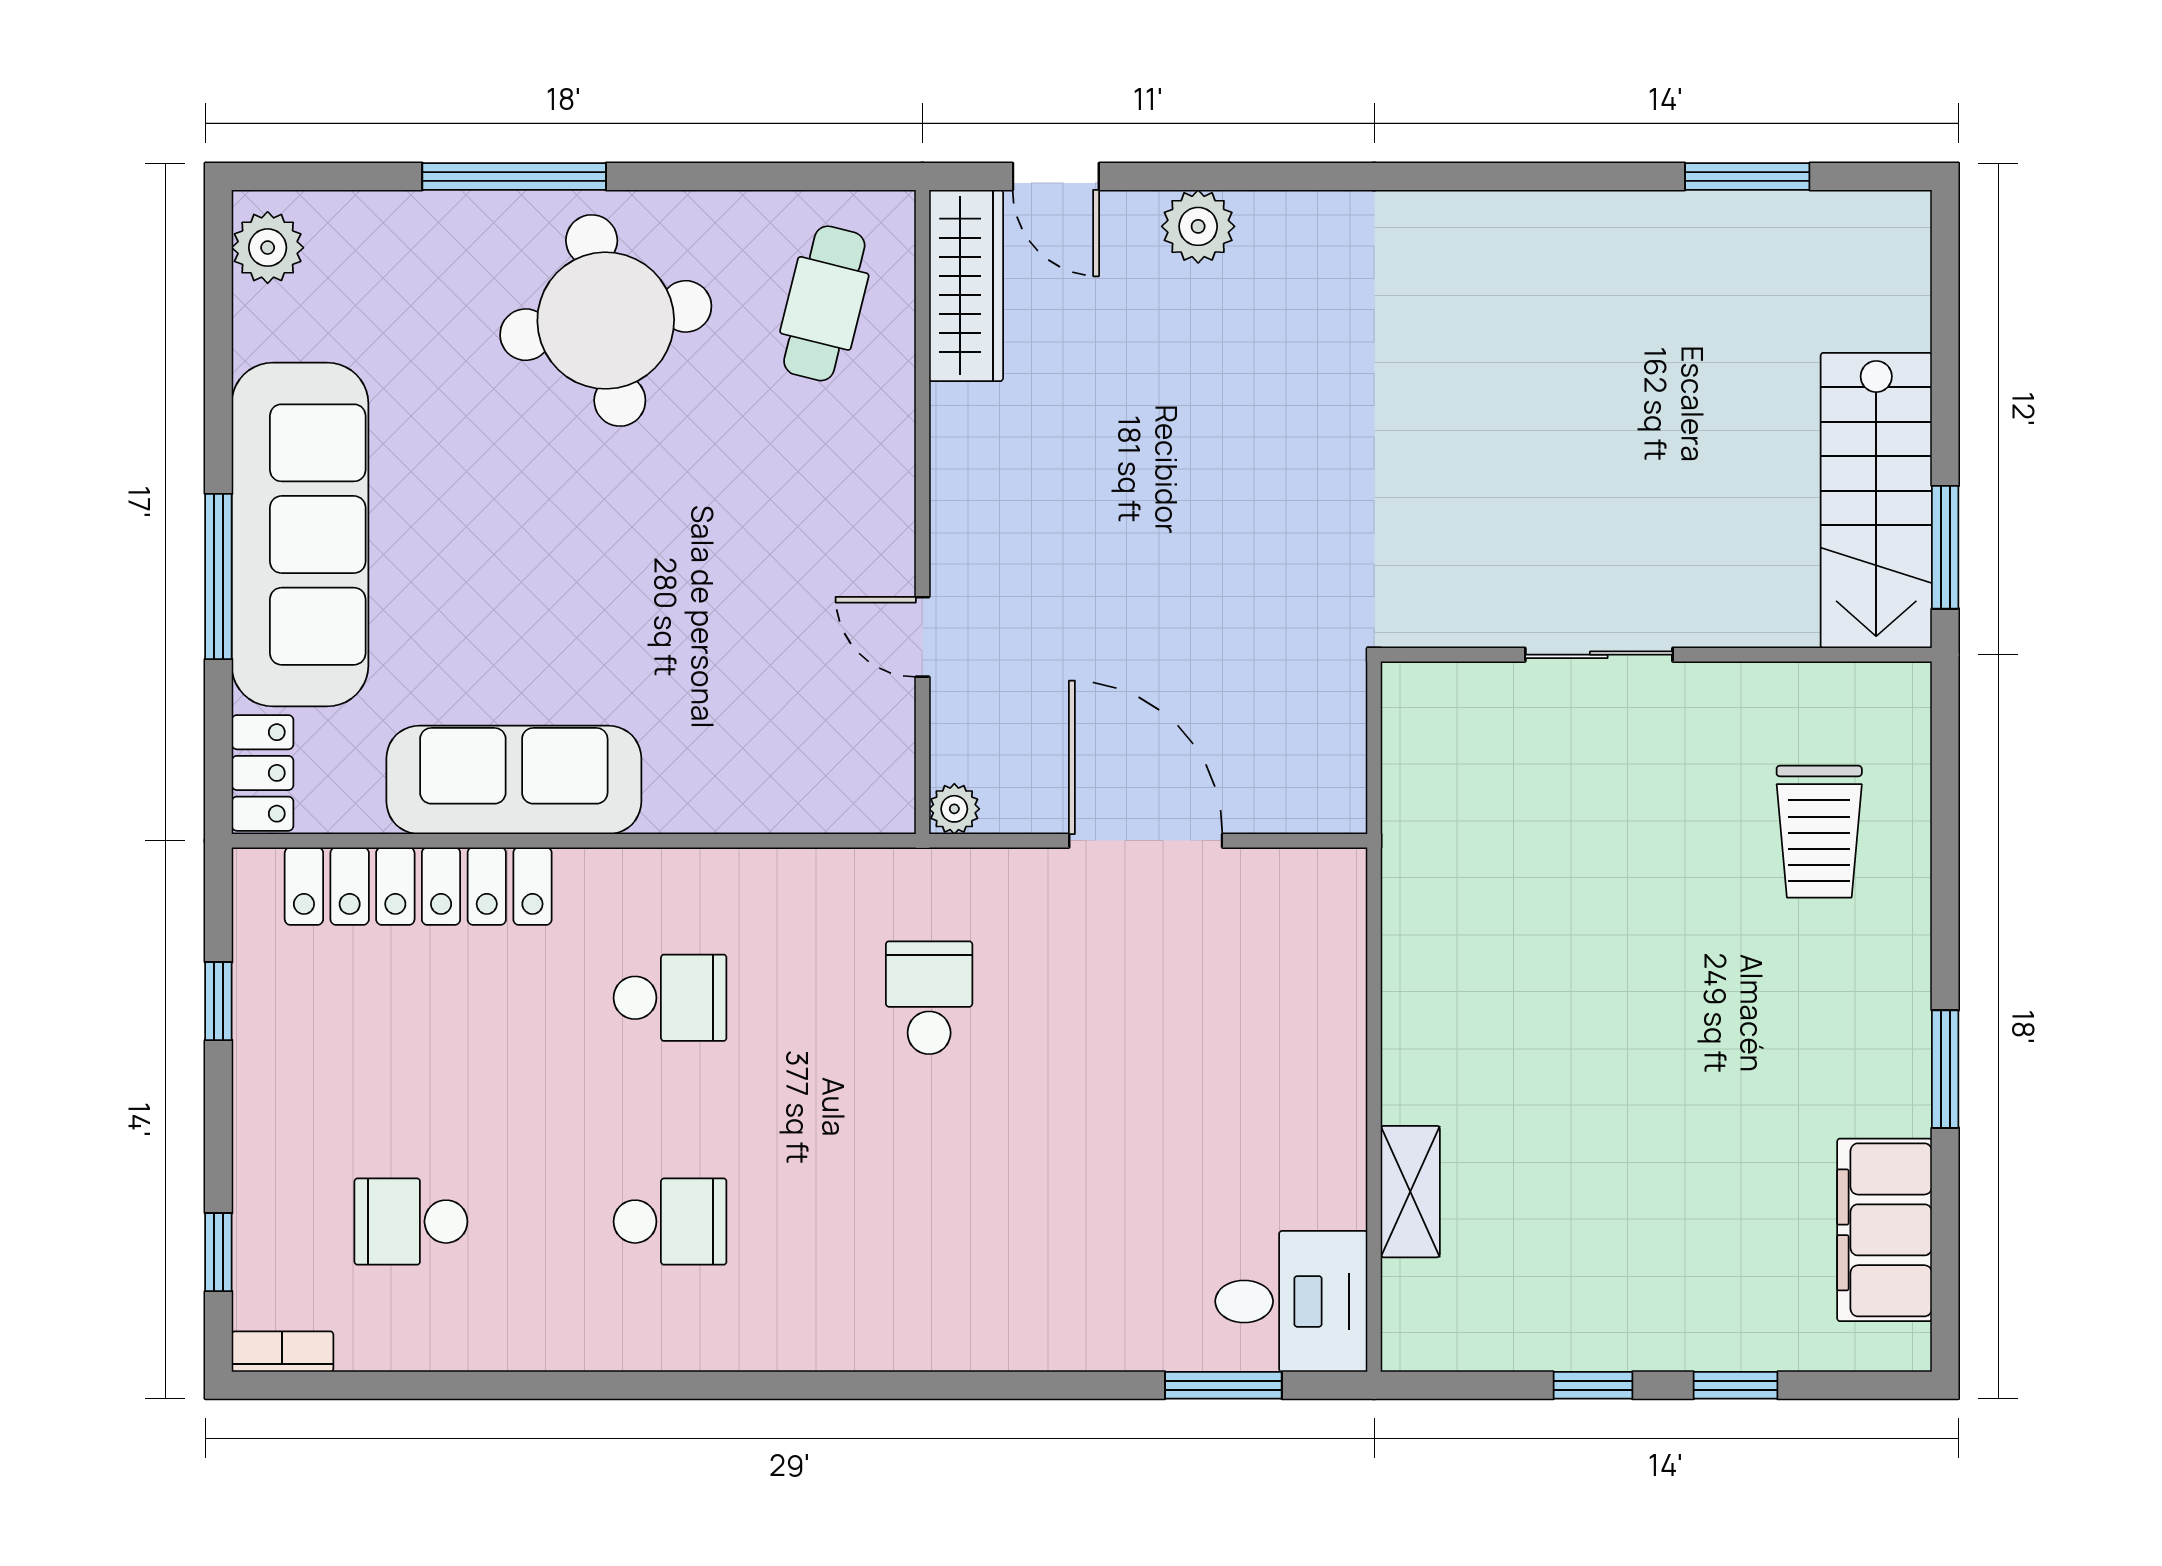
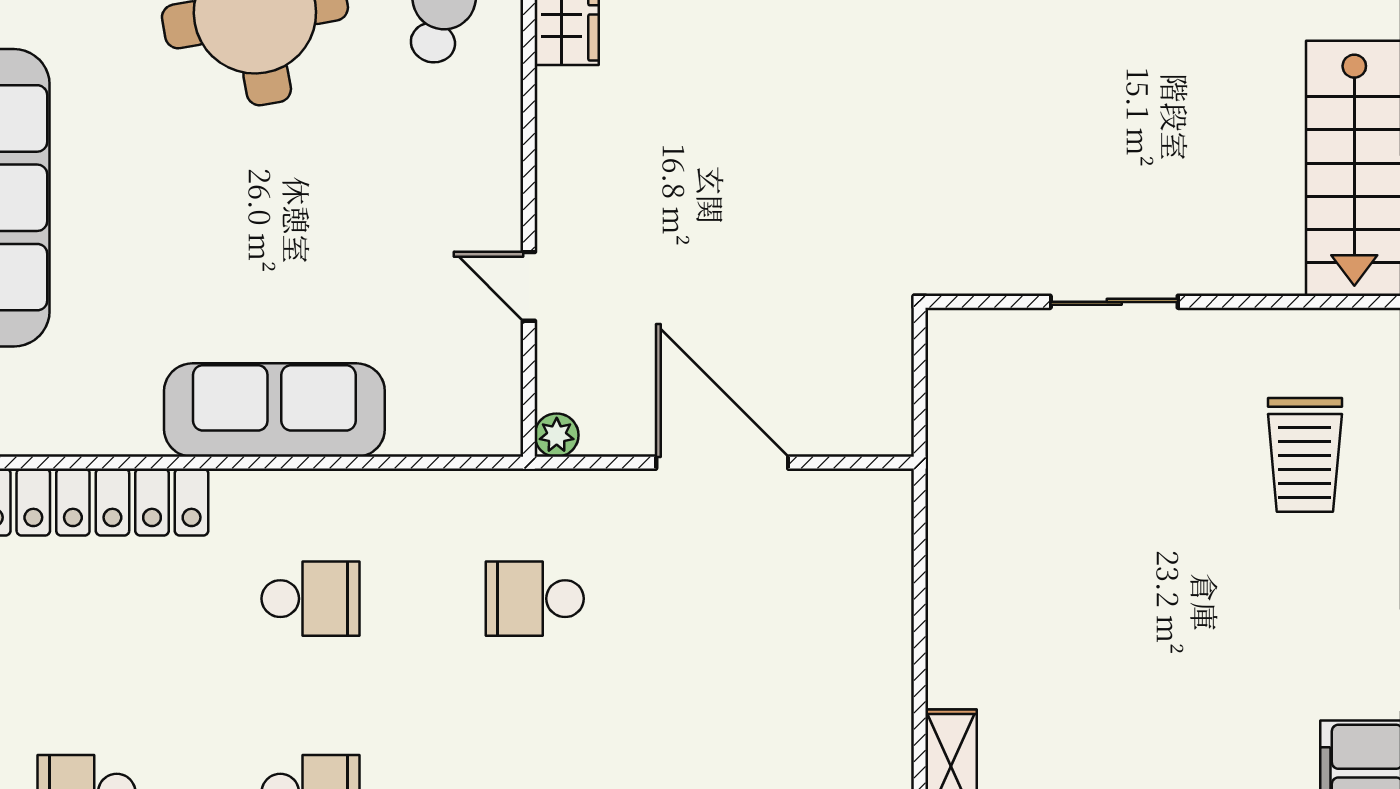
sofa: (514, 780) -> (274, 410), moved
school desk: (929, 998) -> (535, 599), turned -90

